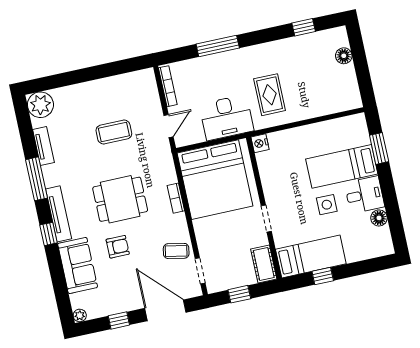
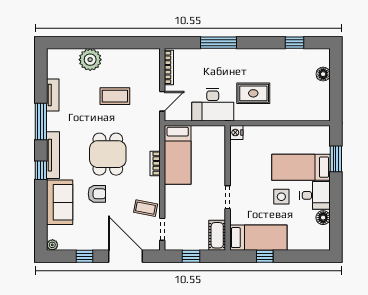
rug: (270, 95) -> (253, 93), turned 90
plant: (40, 105) -> (90, 60), moved
bed: (215, 180) -> (178, 155), width x0.49
dining table: (120, 199) -> (108, 154), turned 90

